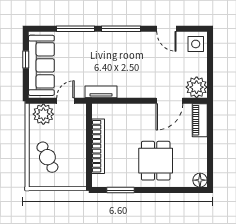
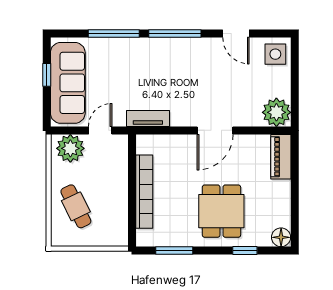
door: (169, 101) -> (215, 130), moved
window: (173, 190) -> (245, 251), added

